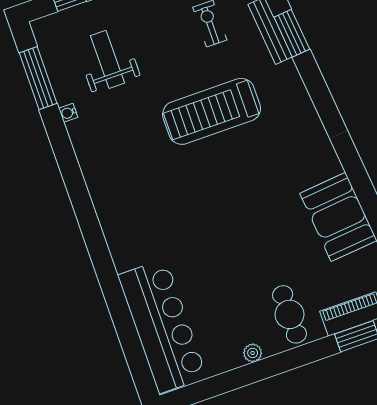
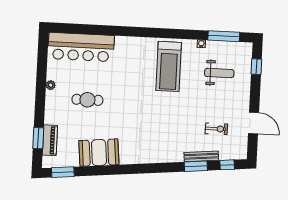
treadmill: (212, 111) -> (169, 66), moved, turned 180
cafe table: (290, 314) -> (87, 100), moved

